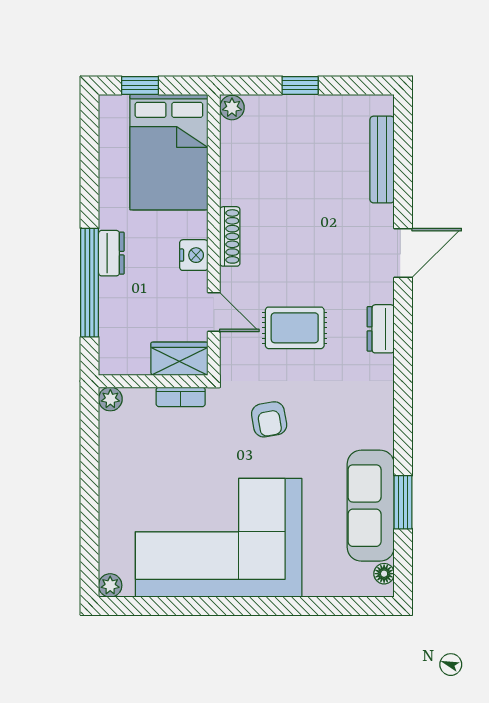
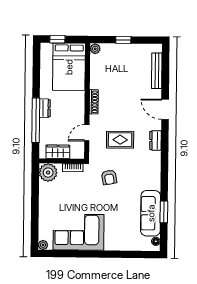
door: (403, 253) -> (165, 109), swing flipped
nightstand: (194, 255) -> (79, 109), removed
door: (214, 312) -> (87, 133), swing flipped
wardrobe: (179, 359) -> (58, 152), moved
plant: (110, 399) -> (48, 173), width x1.88, depth x1.88
corner sofa: (219, 538) -> (79, 232), width x0.73, depth x0.74

